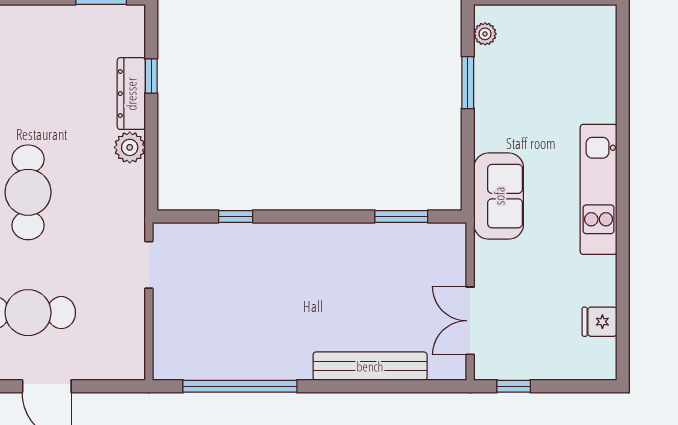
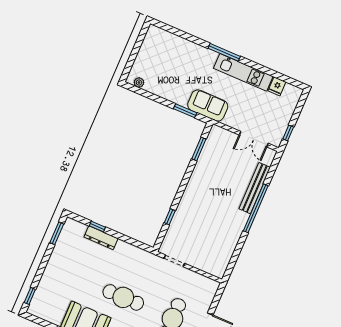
window: (468, 83) -> (185, 111), moved
plant: (130, 147) -> (123, 248), removed
window: (623, 183) -> (224, 52), added
kitchen unit: (599, 189) -> (243, 72), moved
window: (240, 386) -> (256, 208), moved

